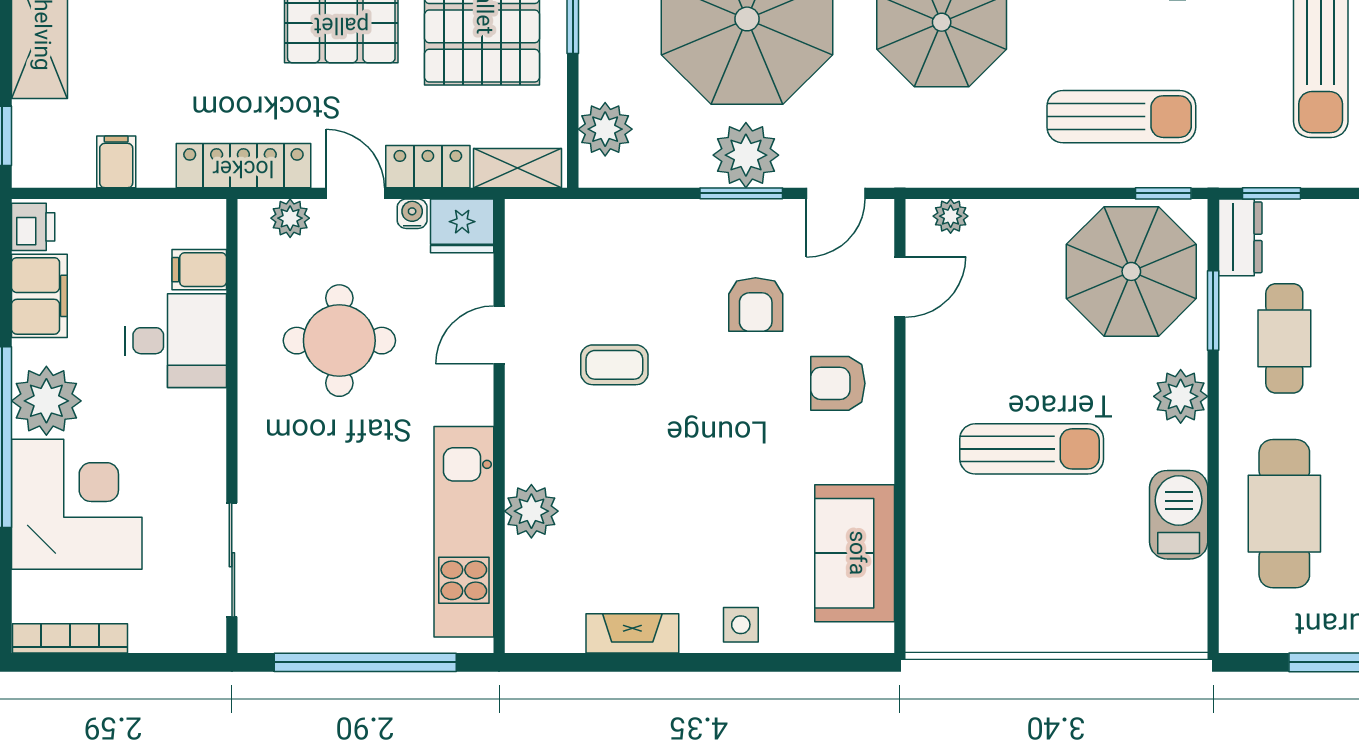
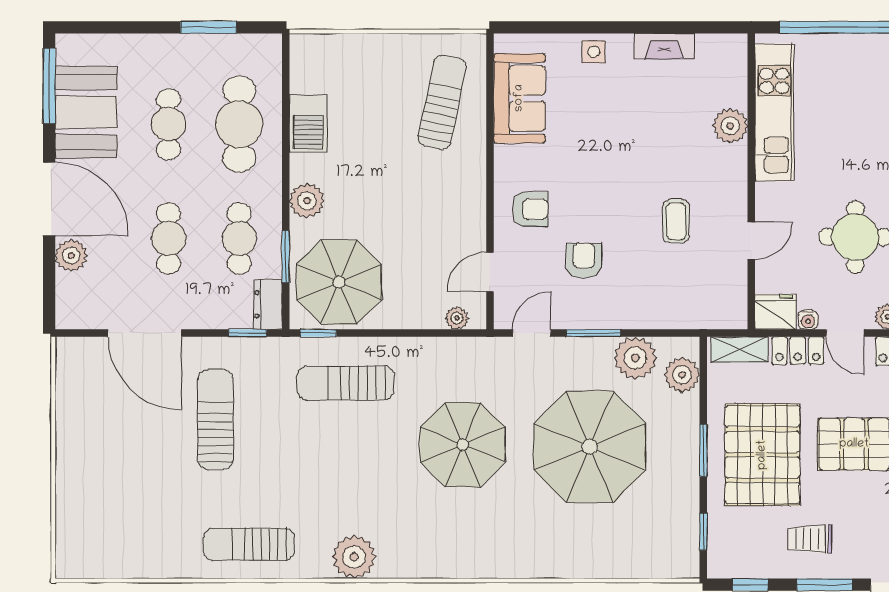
plant: (746, 155) -> (635, 358), moved
coffee table: (614, 365) -> (676, 221), turned 90
sun lounger: (1032, 449) -> (442, 102), moved, turned 102

